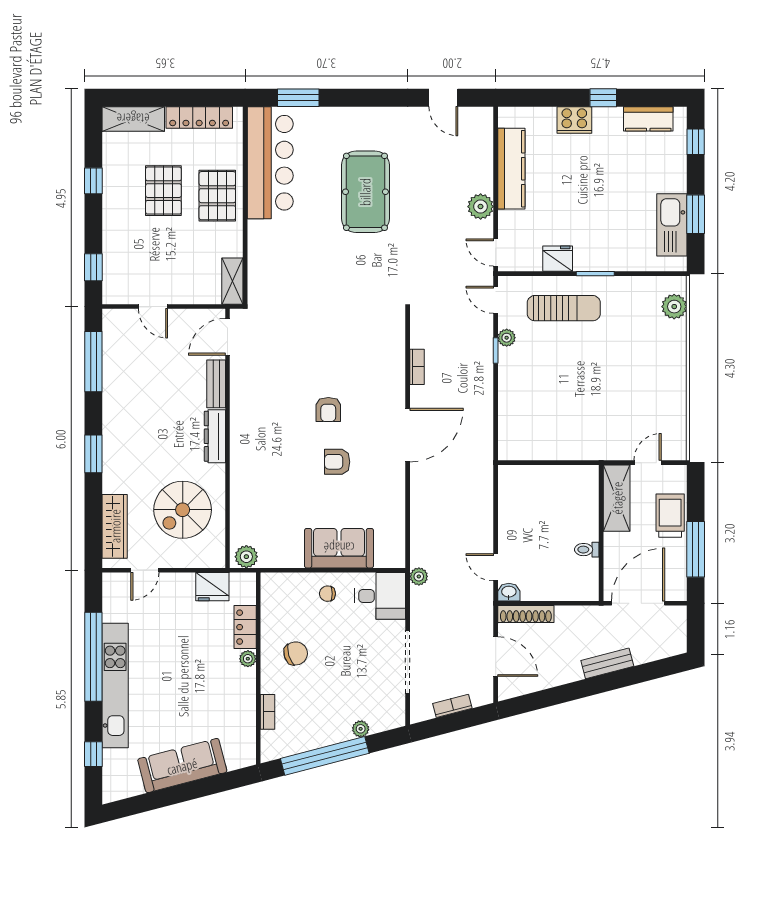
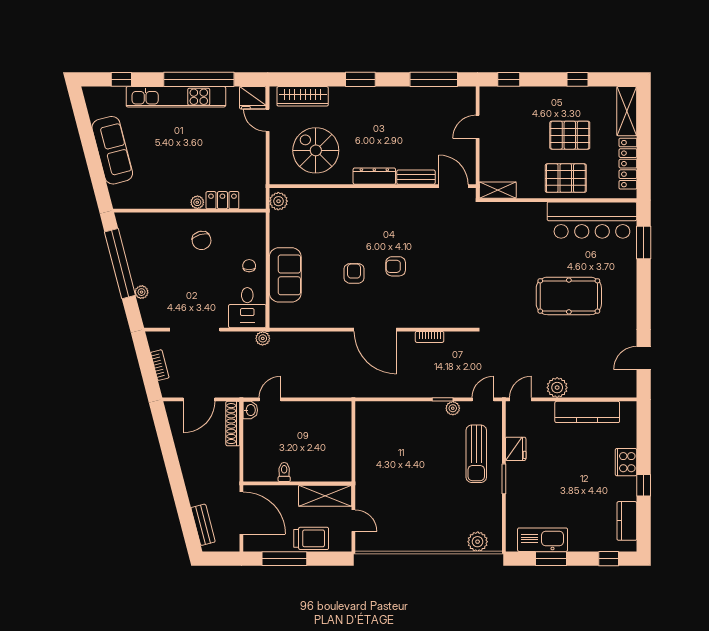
fridge: (212, 587) -> (253, 98), moved, turned -90
bench: (607, 663) -> (203, 525), moved
bookcase: (267, 712) -> (155, 218), removed

